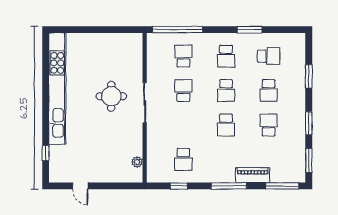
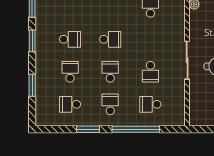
window: (178, 30) -> (136, 129), moved
school desk: (183, 56) -> (150, 104), turned 90
school desk: (226, 125) -> (110, 39), turned 90
school desk: (269, 125) -> (70, 39), turned -90

